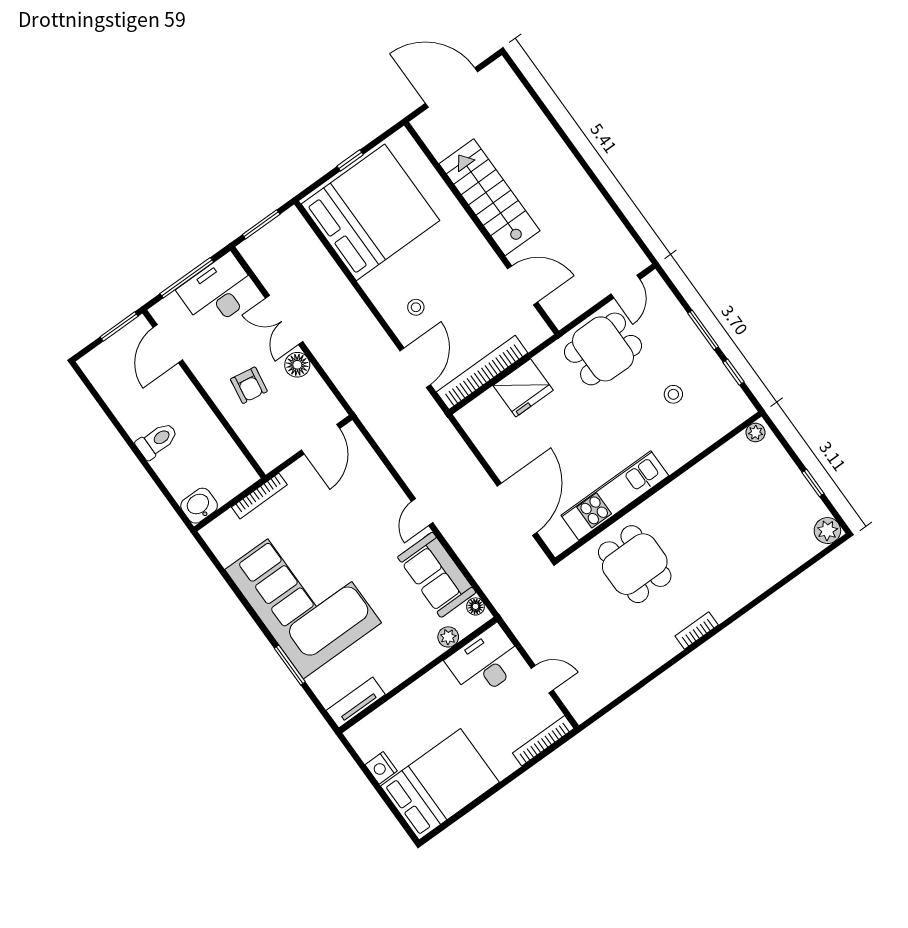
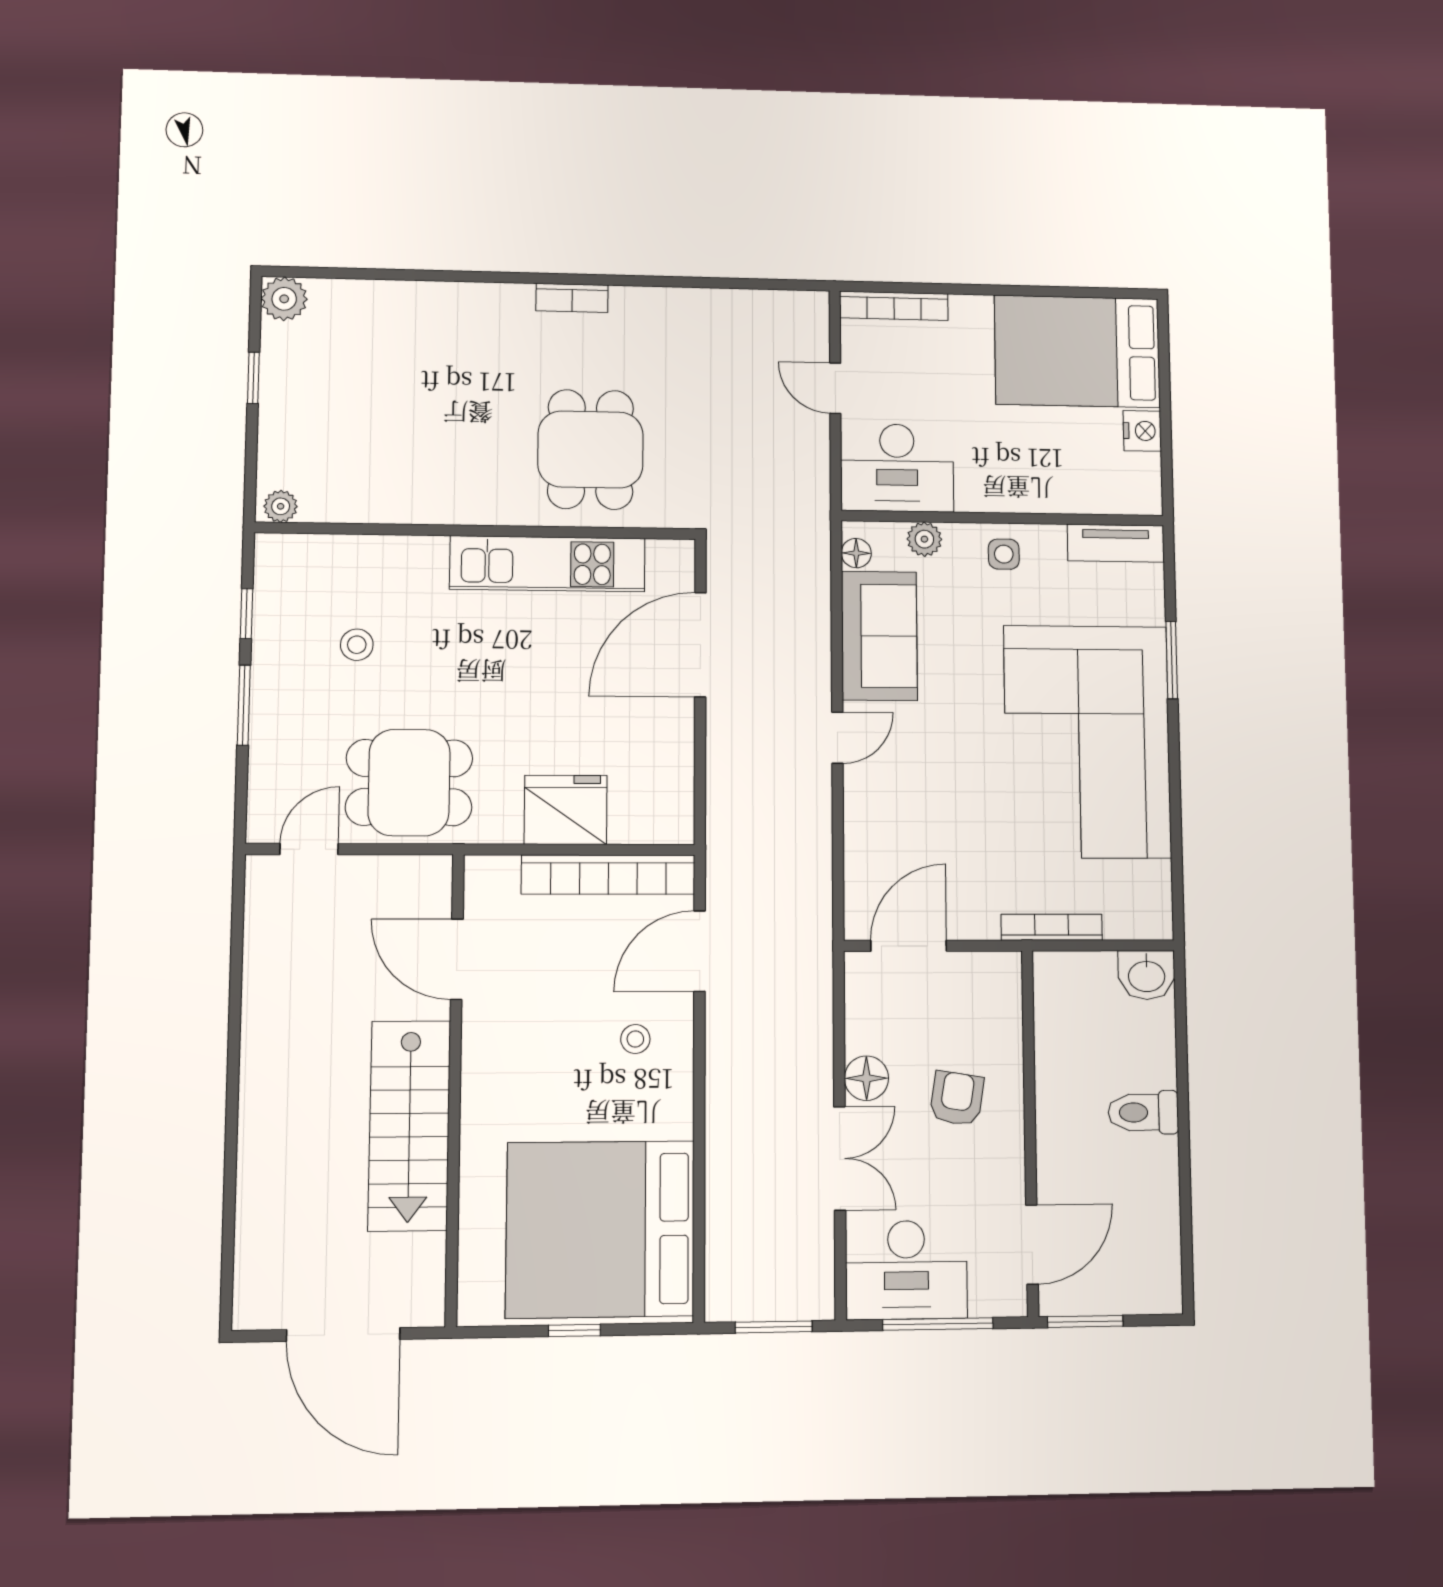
side table: (406, 658) -> (1004, 554), added

